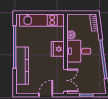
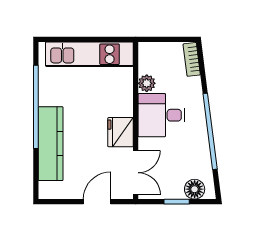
fridge: (58, 49) -> (121, 132), moved
floor lamp: (95, 89) -> (195, 189), added

